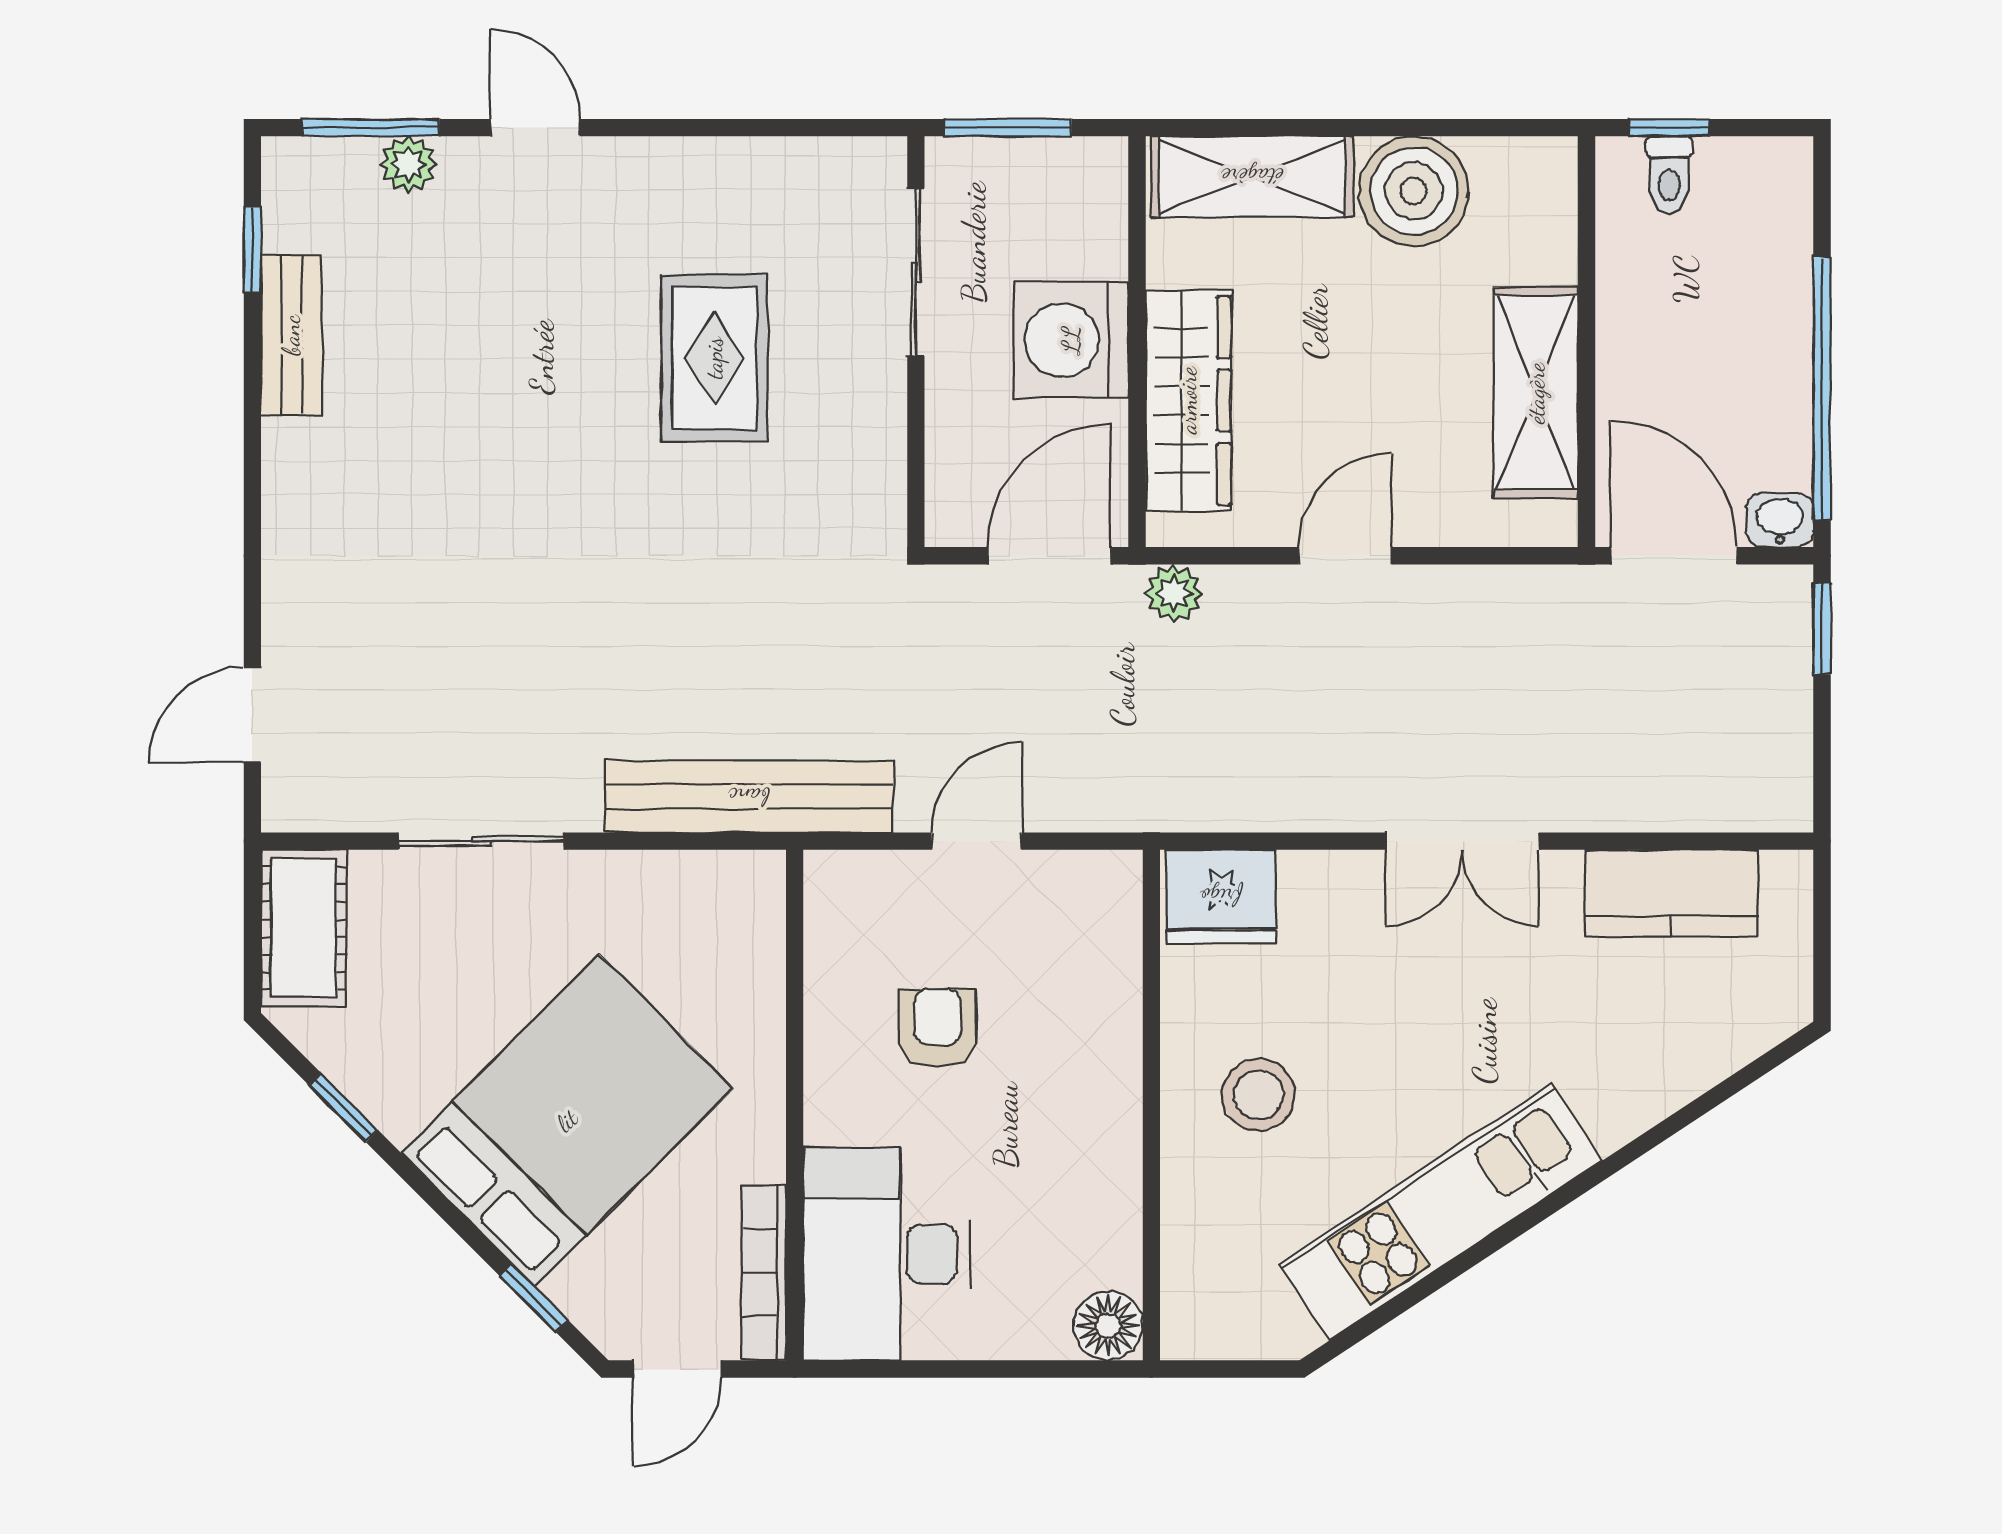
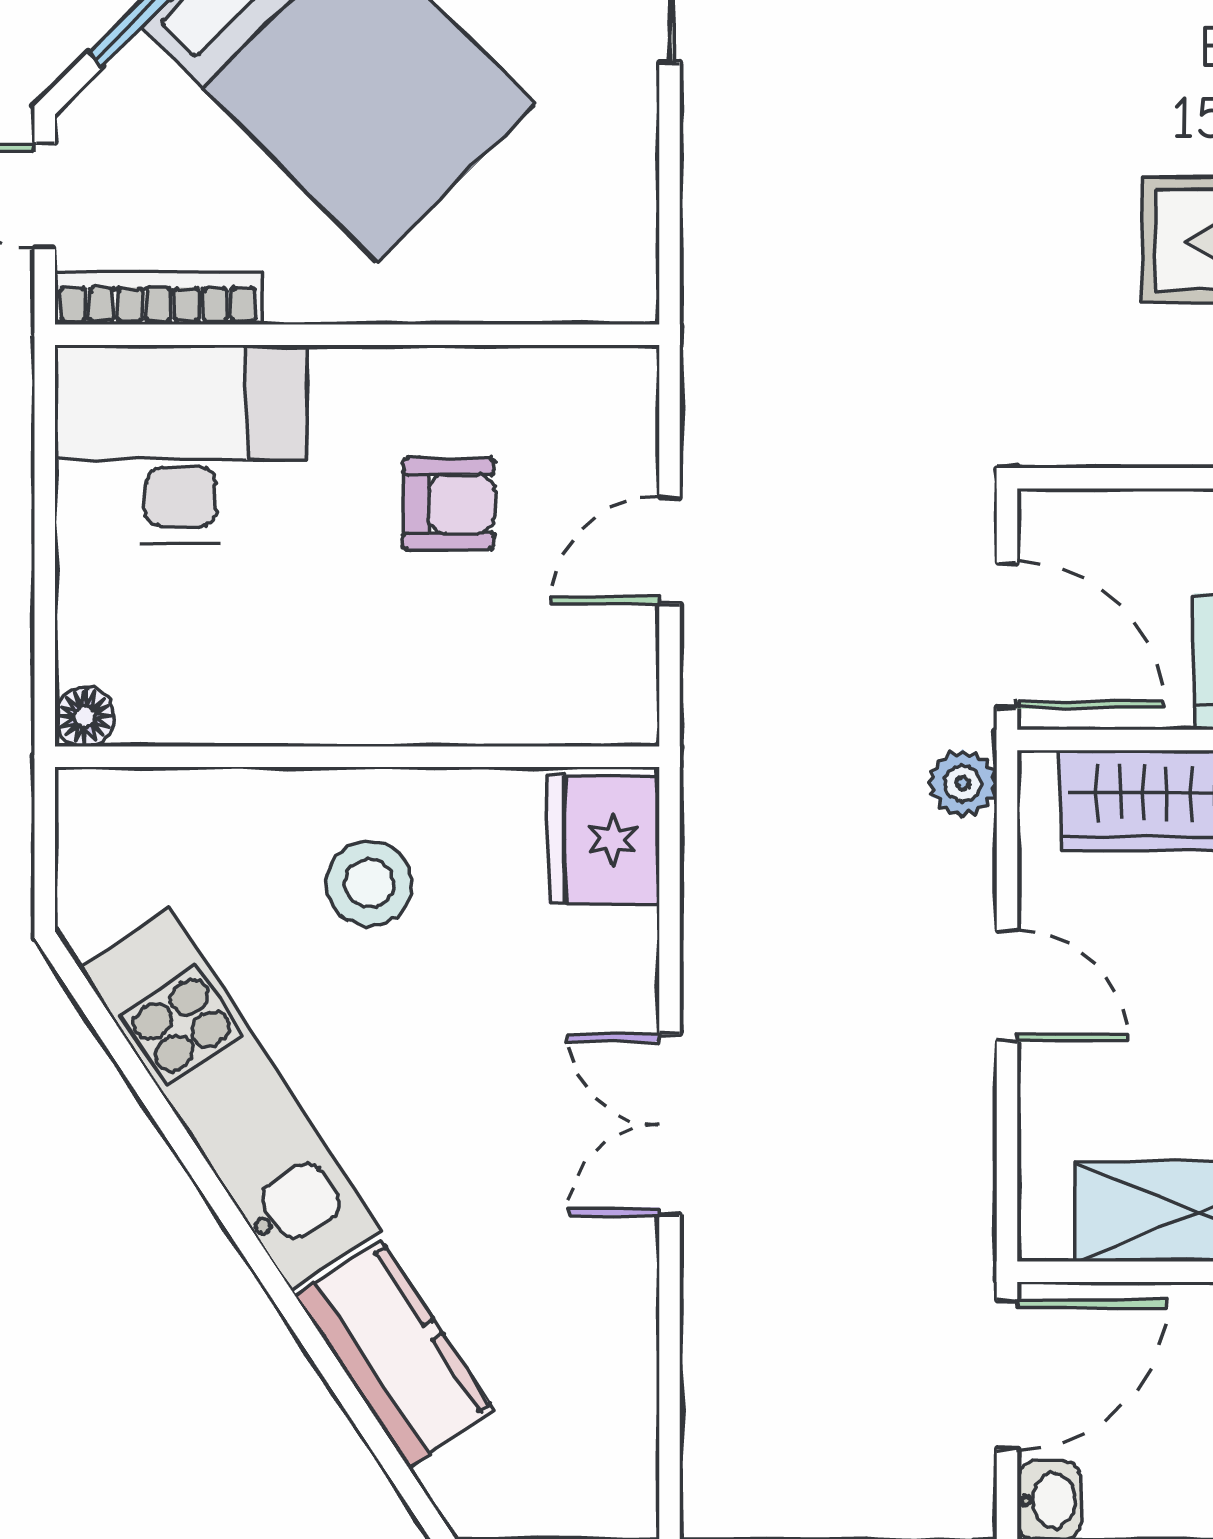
bench: (749, 797) -> (722, 281), removed
door: (977, 841) -> (669, 550), swing flipped
kitchen counter: (1672, 893) -> (395, 1354), moved, turned 147
floor lamp: (1108, 1326) -> (85, 717), width x0.73, depth x0.73

